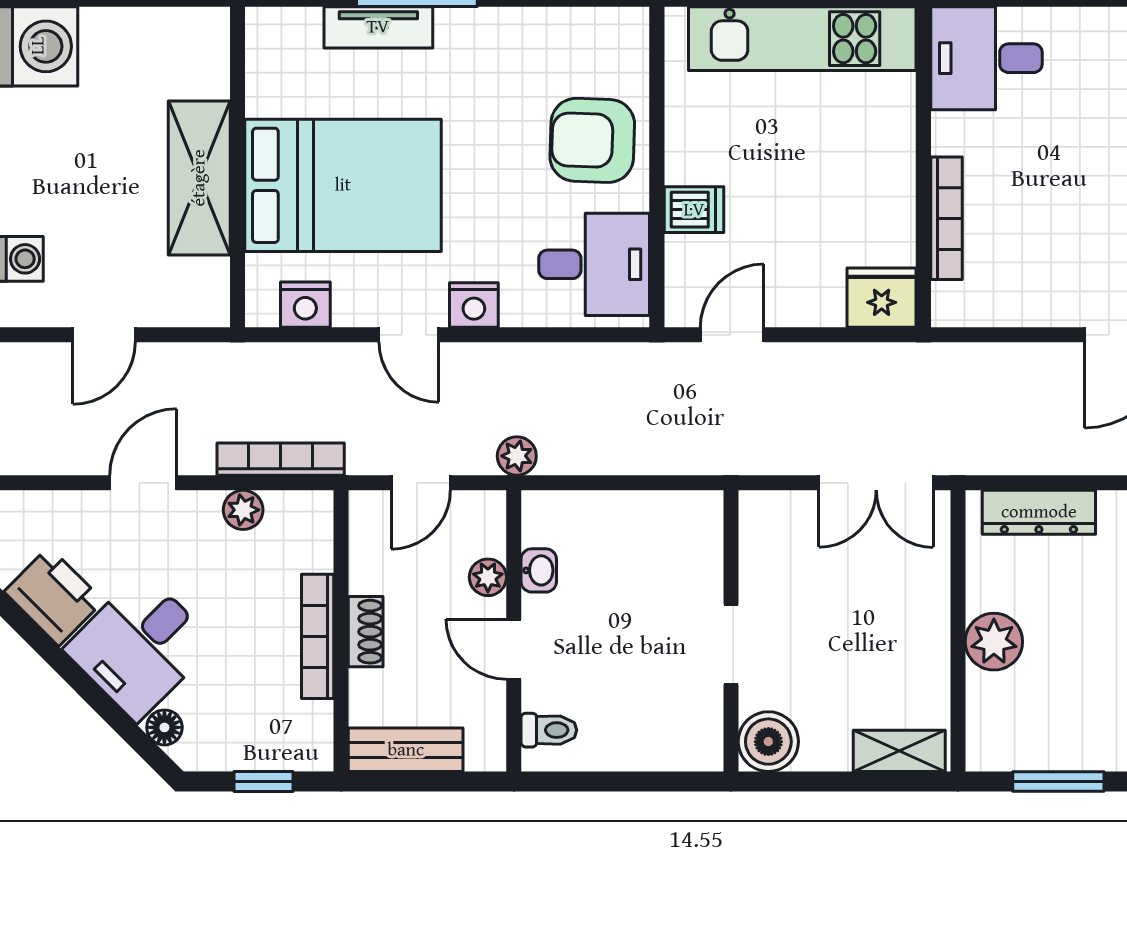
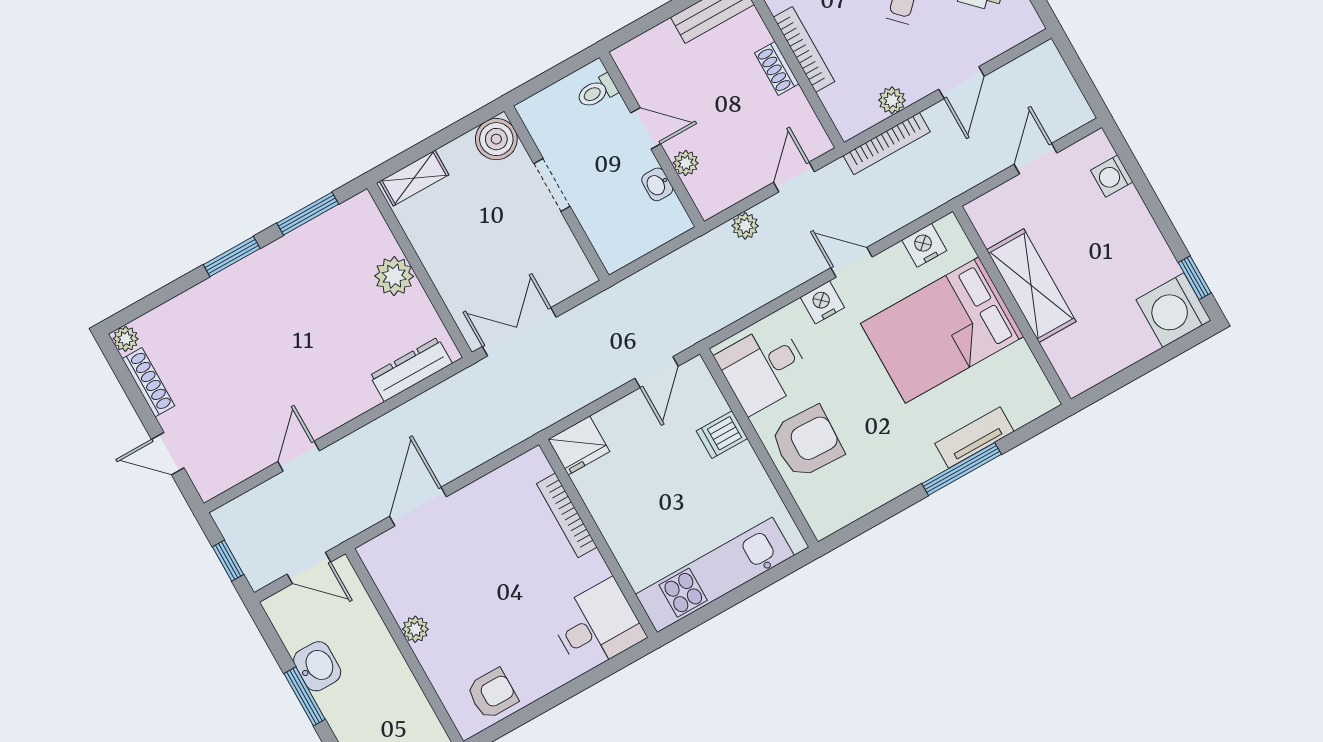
washbasin: (539, 570) -> (657, 184), moved
plant: (488, 577) -> (686, 163), moved
wall: (514, 631) -> (652, 139), moved
door: (514, 649) -> (646, 128), moved
toilet: (549, 730) -> (597, 92), moved

